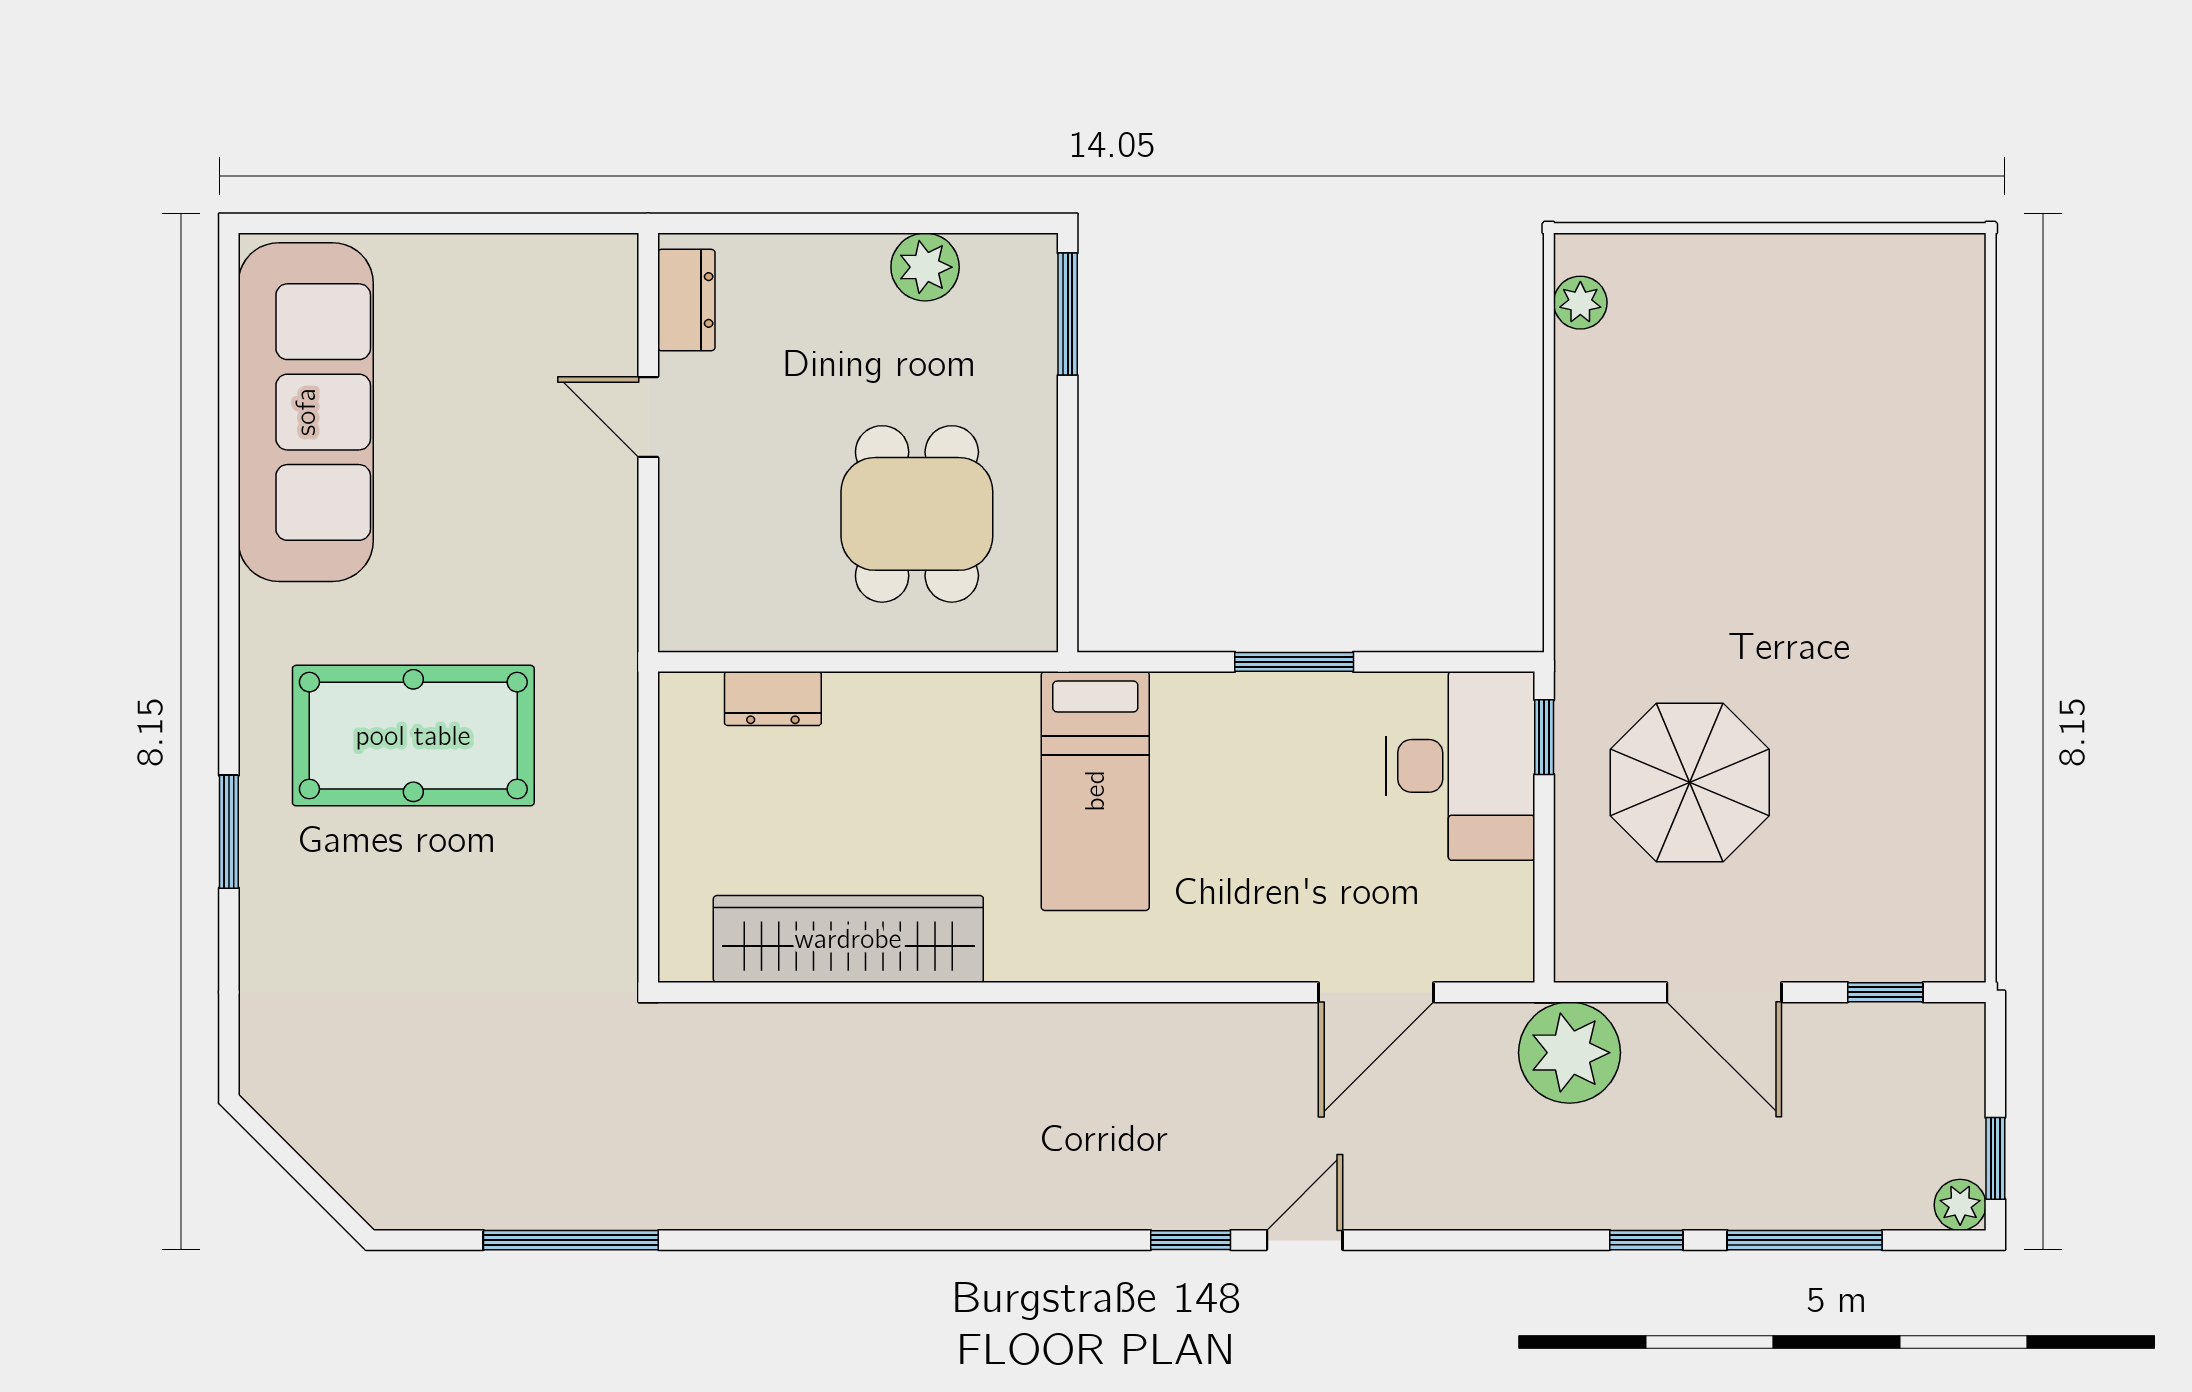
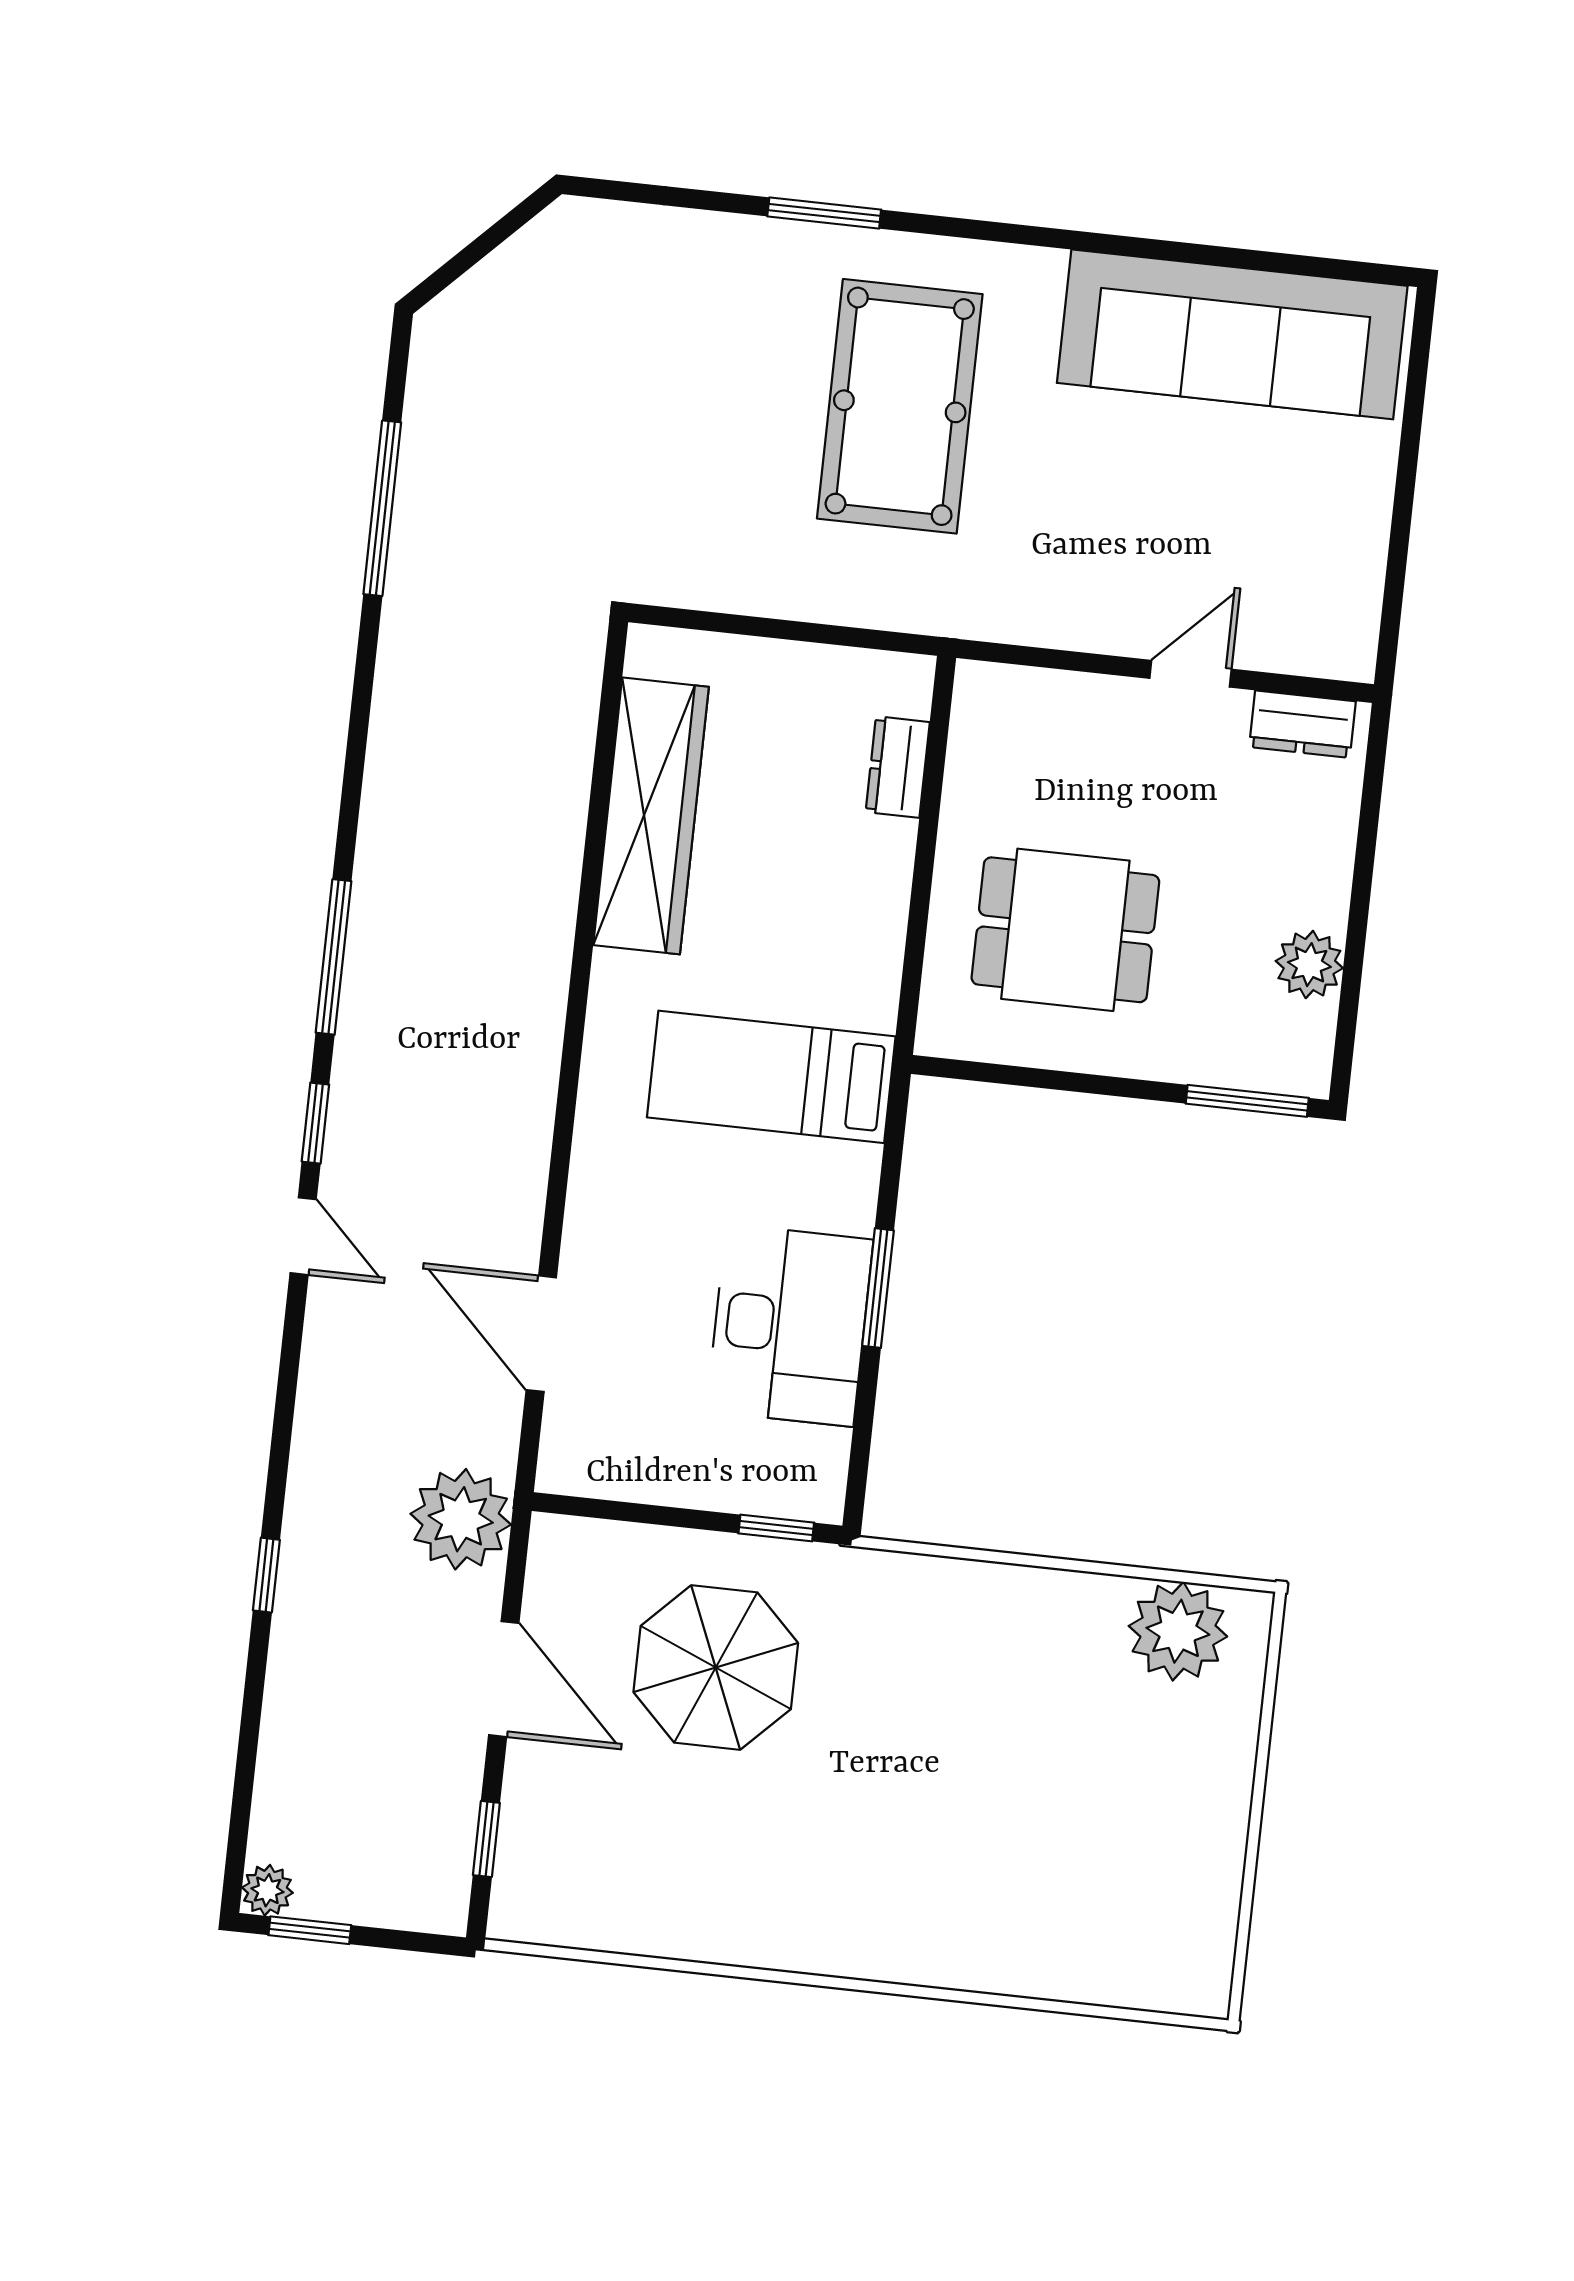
plant: (1580, 303) -> (1178, 1631), width x1.87, depth x1.87
desk: (1460, 766) -> (790, 1325), moved, turned -90
door: (1724, 992) -> (504, 1679), swing flipped
window: (1805, 1240) -> (334, 957), moved

